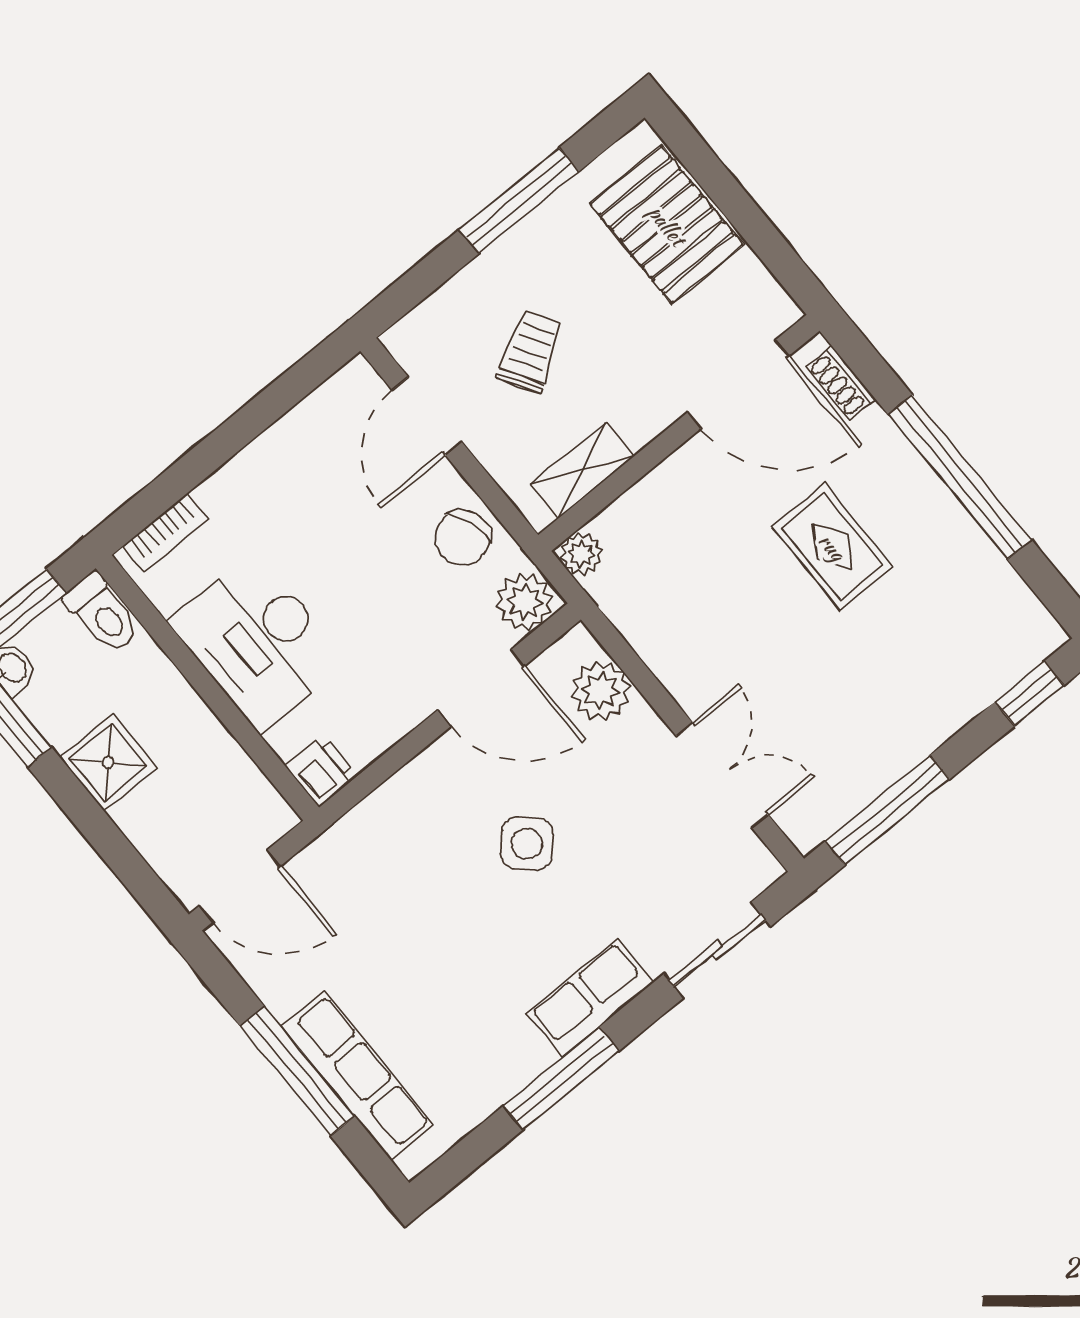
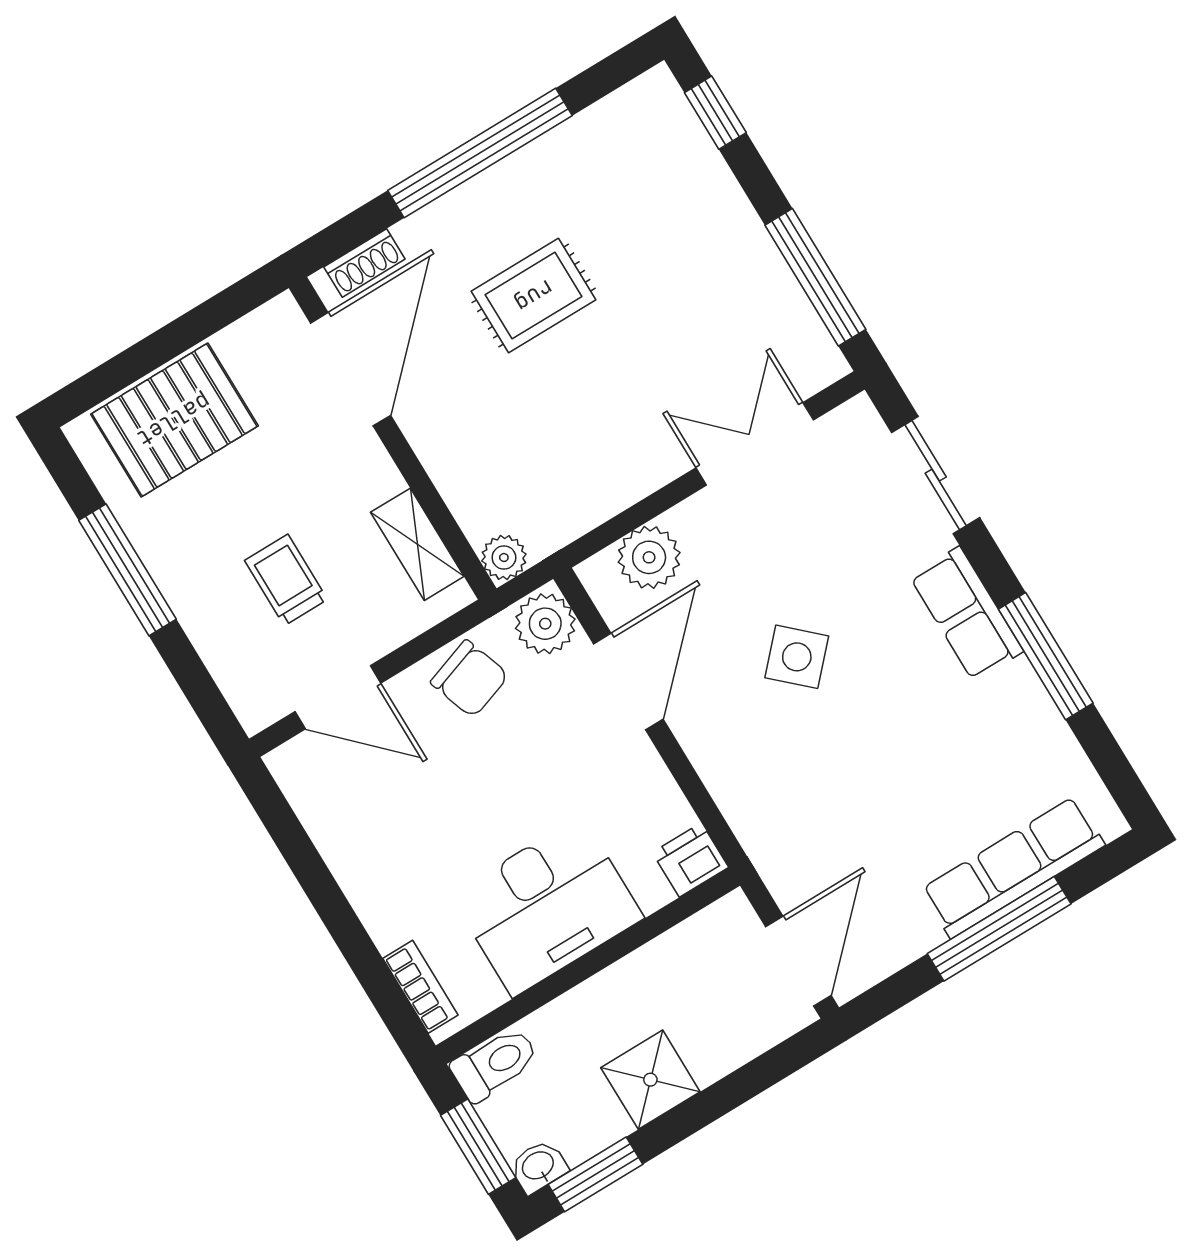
trolley: (531, 351) -> (286, 580), turned 31

